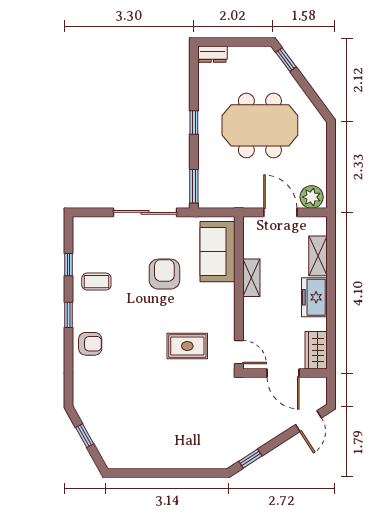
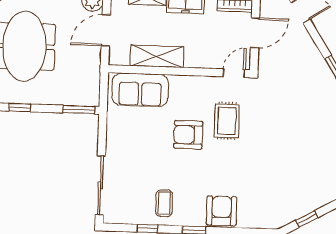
sliding door: (145, 212) -> (100, 185), moved
armchair: (164, 274) -> (188, 135), moved
shelving: (251, 278) -> (157, 56), width x1.50, depth x1.33
armchair: (90, 344) -> (222, 211), width x1.38, depth x1.38

